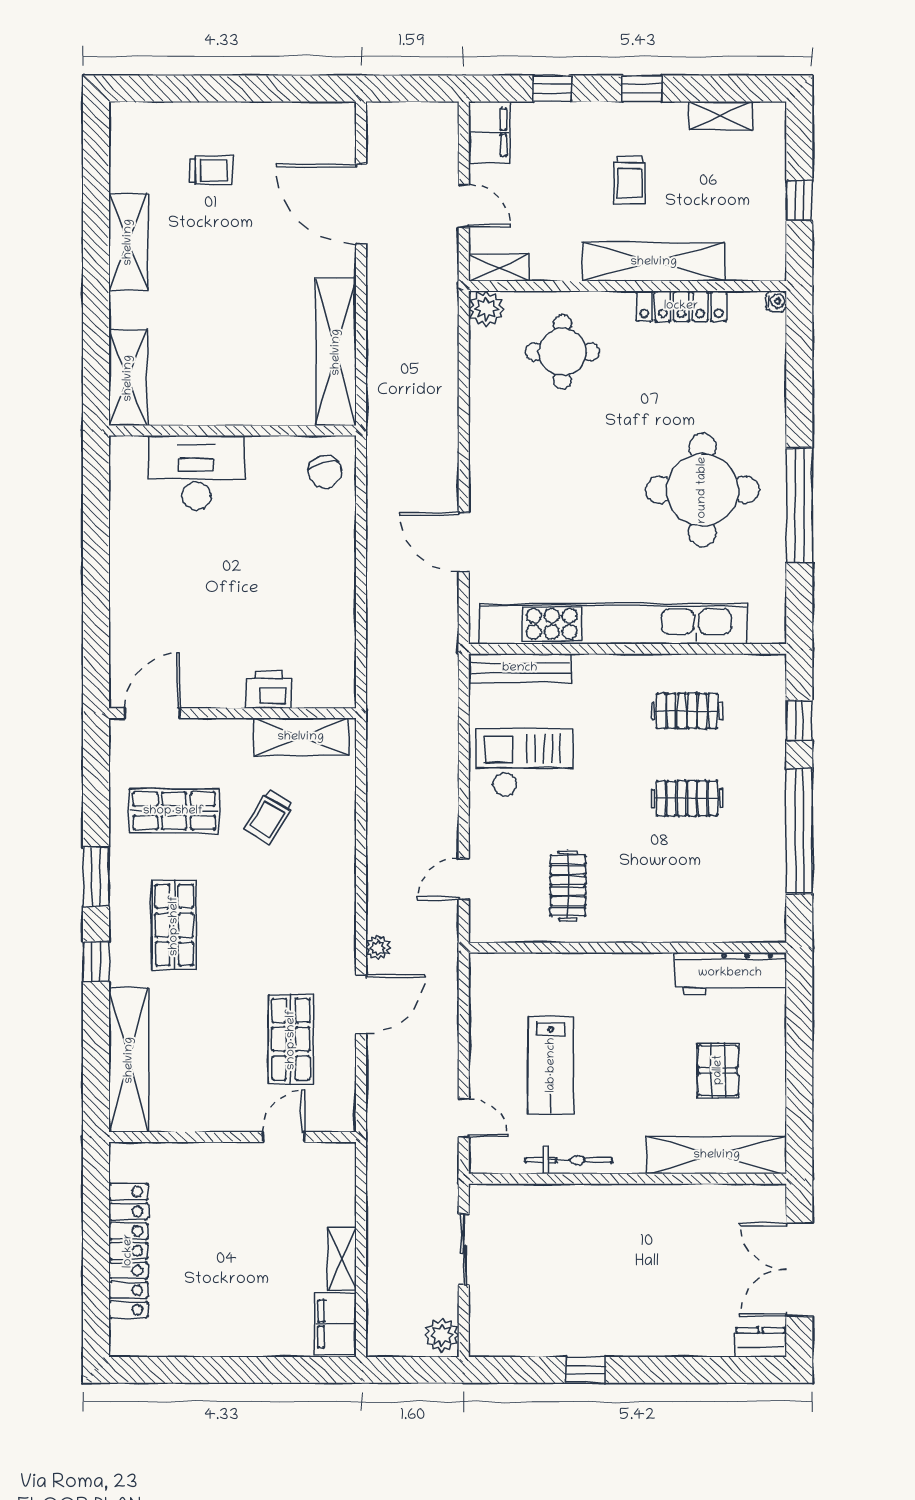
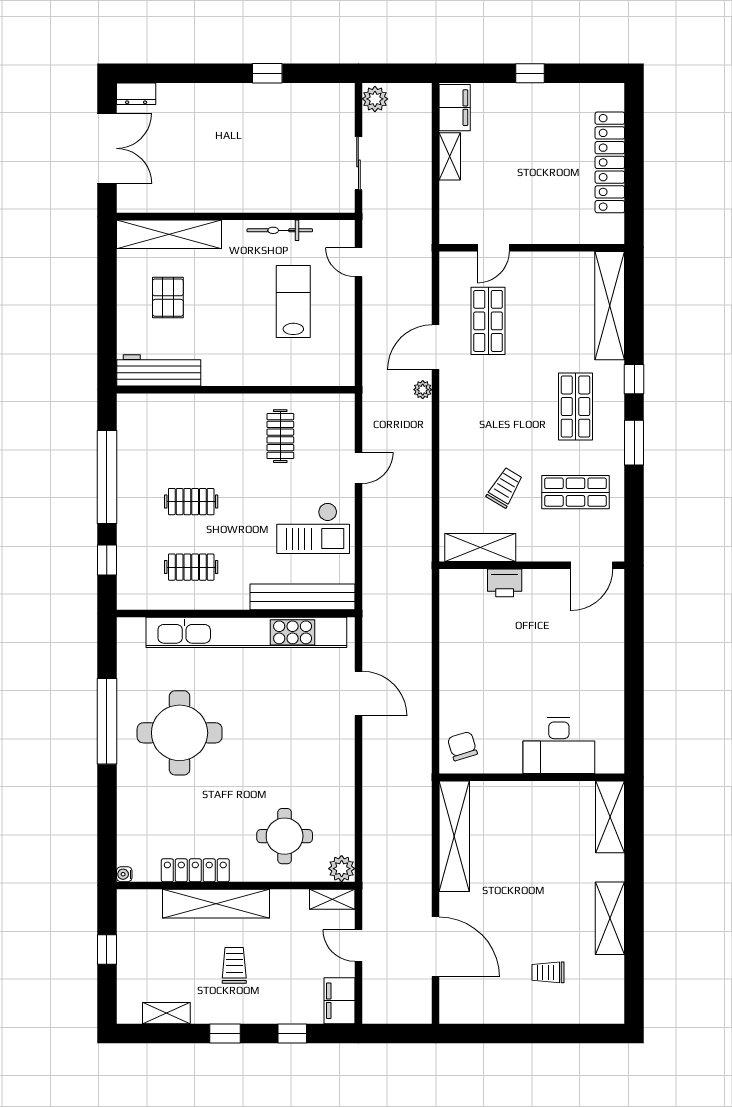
bench: (520, 668) -> (302, 597), width x1.37, depth x1.21
door: (464, 879) -> (358, 468), moved
window: (235, 1370) -> (530, 73), added

